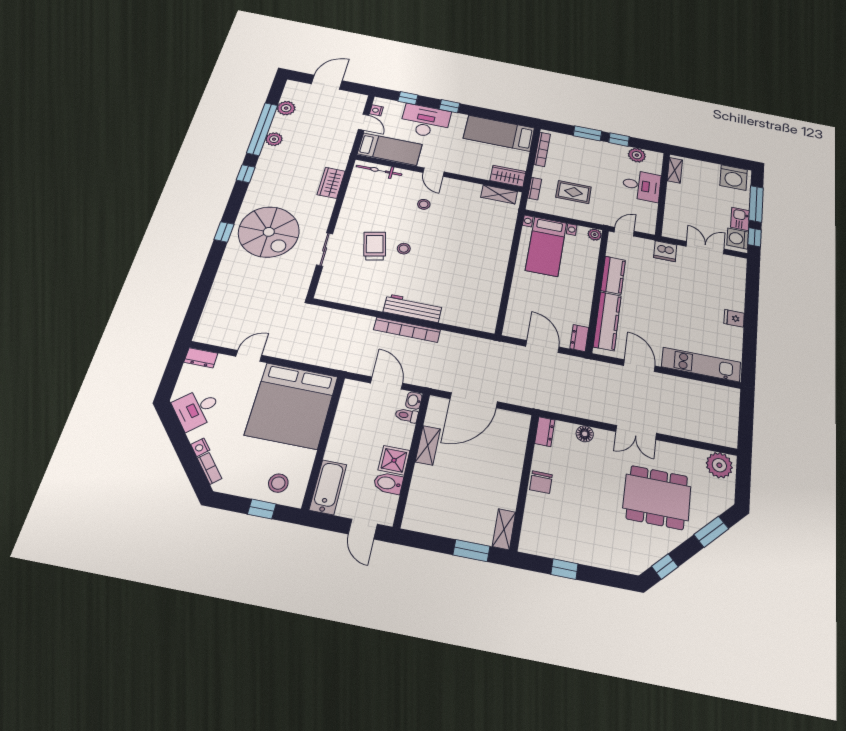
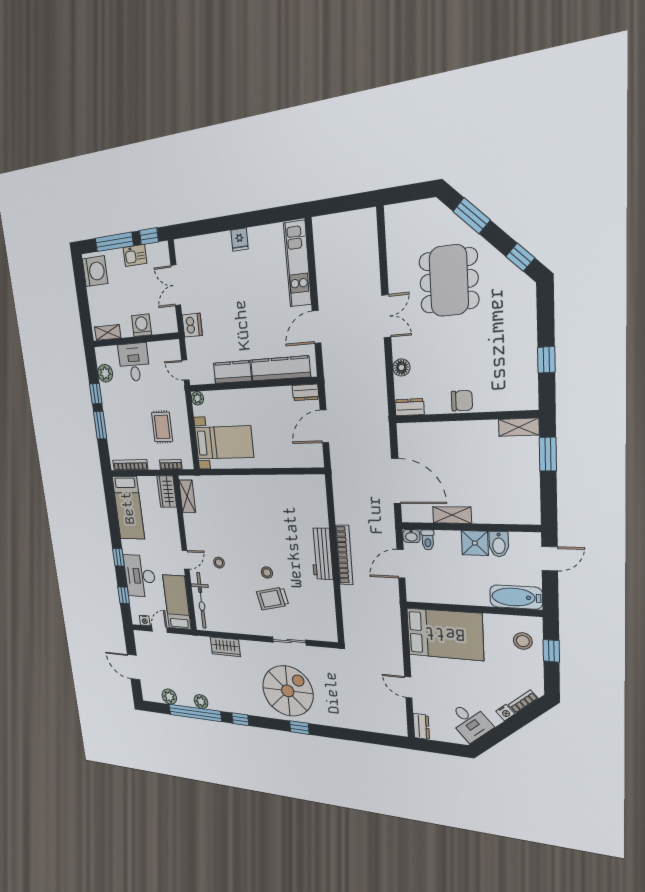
bicycle: (379, 170) -> (201, 600), width x1.37, depth x1.40
washing machine: (738, 239) -> (142, 325), moved, turned 180
bed: (292, 406) -> (445, 634), width x0.73
plant: (719, 465) -> (398, 222), removed

